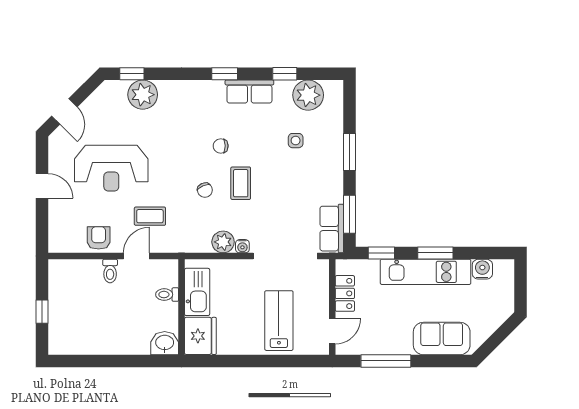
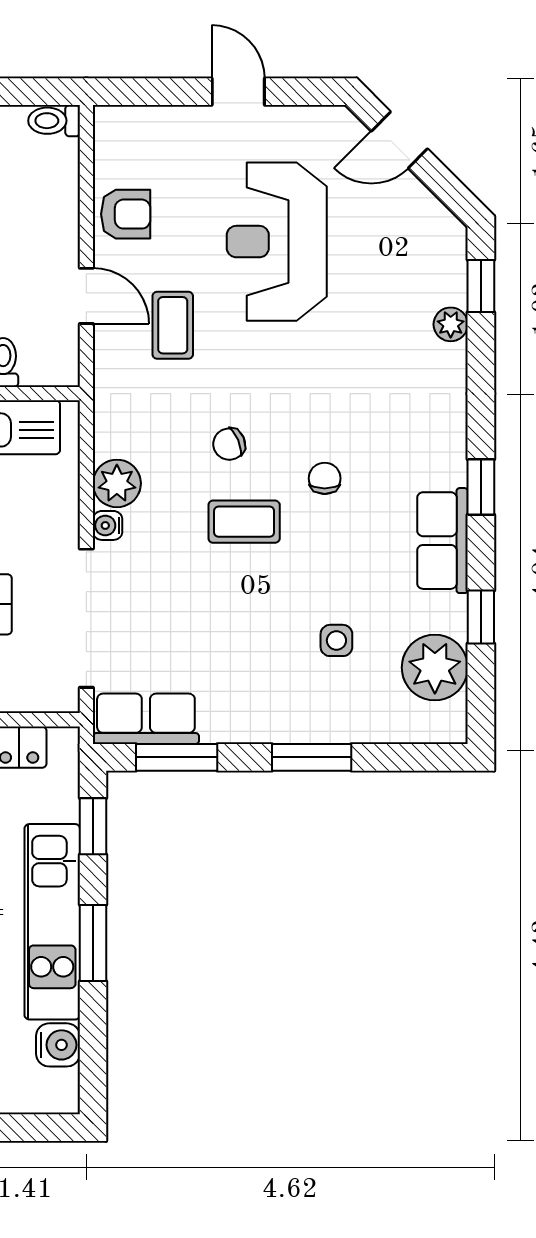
plant: (143, 95) -> (451, 324), width x0.53, depth x0.53
door: (42, 186) -> (238, 92), swing flipped
toilet: (110, 271) -> (54, 121), moved

